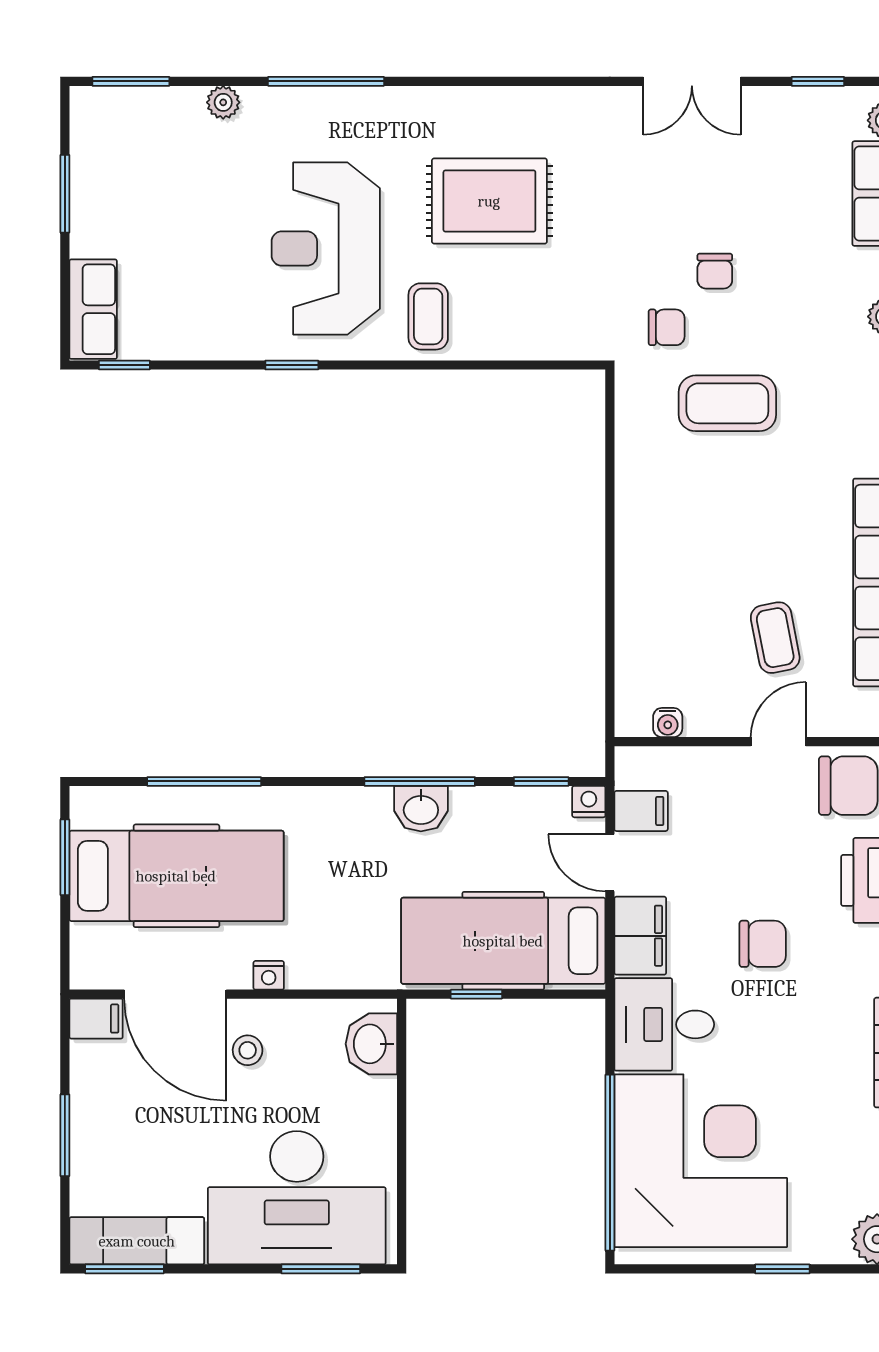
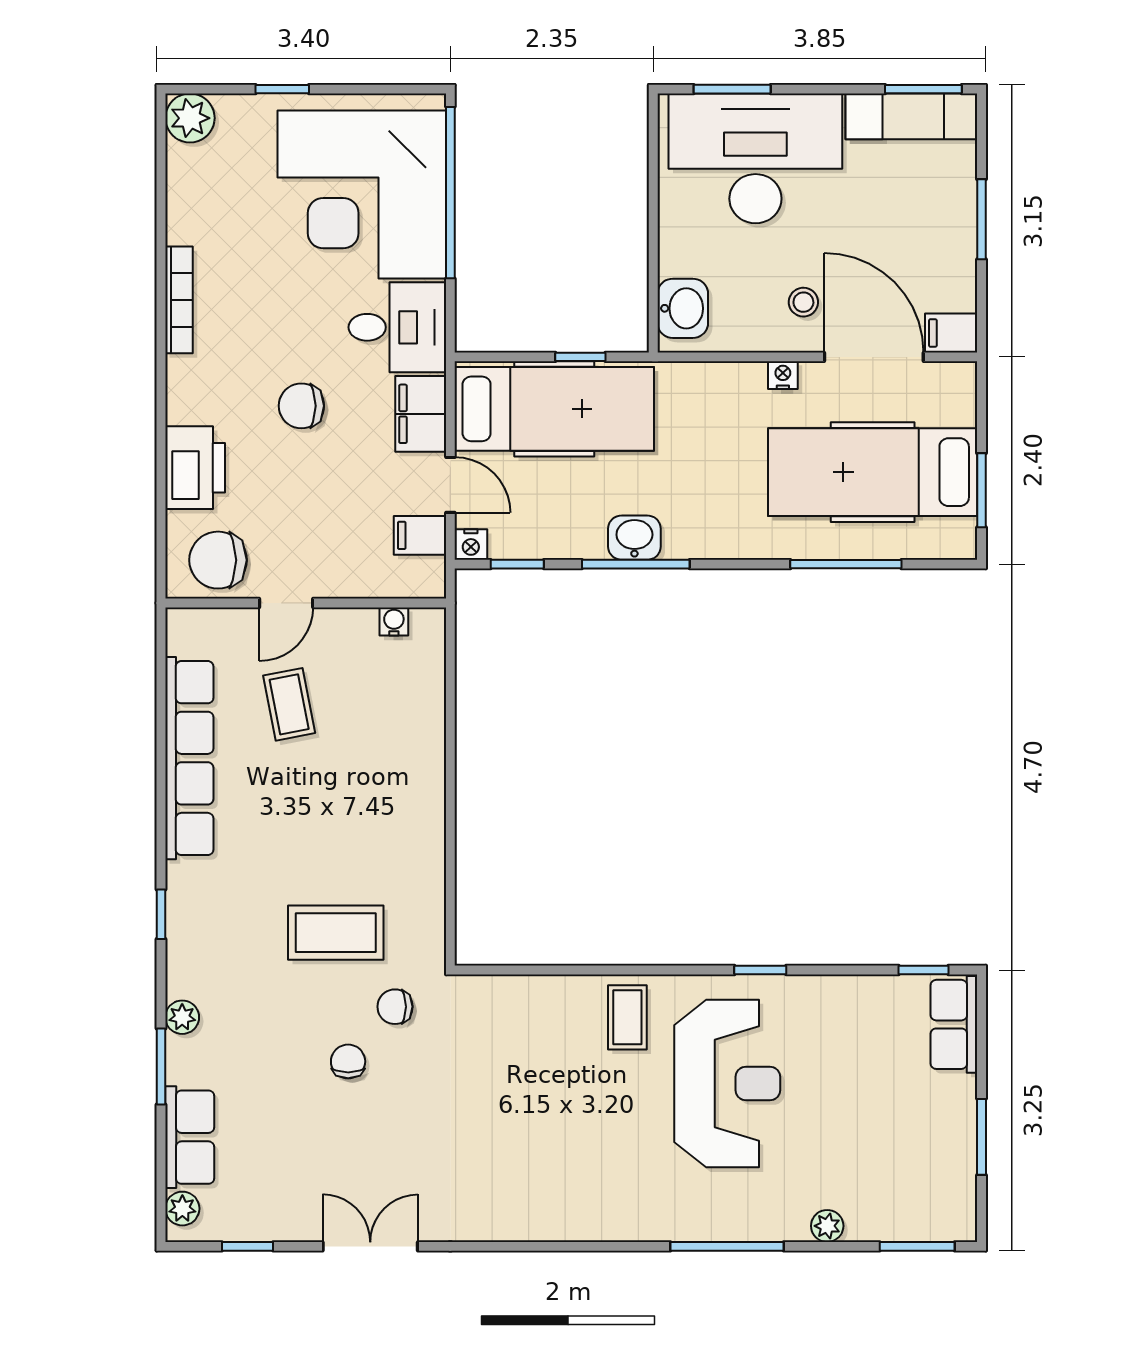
rug: (489, 201) -> (568, 1130), removed

